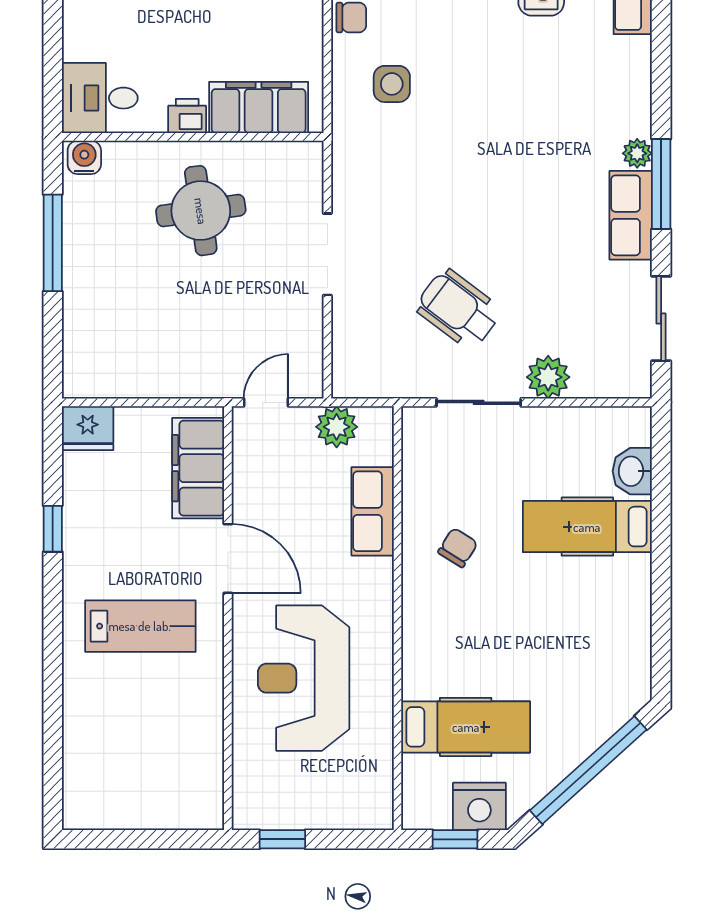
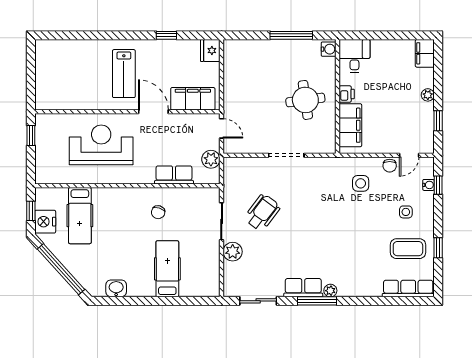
washbasin: (632, 471) -> (116, 288), moved
chair: (458, 548) -> (158, 212), turned 75
door: (228, 559) -> (153, 112), swing flipped

